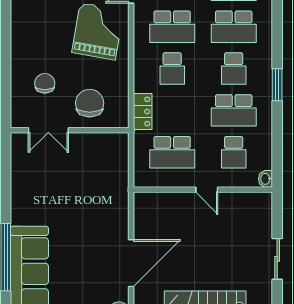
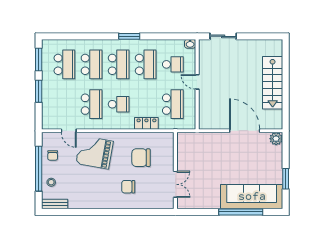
school desk: (234, 69) -> (119, 64), width x1.85
double door: (48, 130) -> (175, 184), moved
wall: (70, 130) -> (175, 171), moved
door: (207, 190) -> (197, 82), swing flipped
sliding door: (277, 259) -> (223, 36), moved

